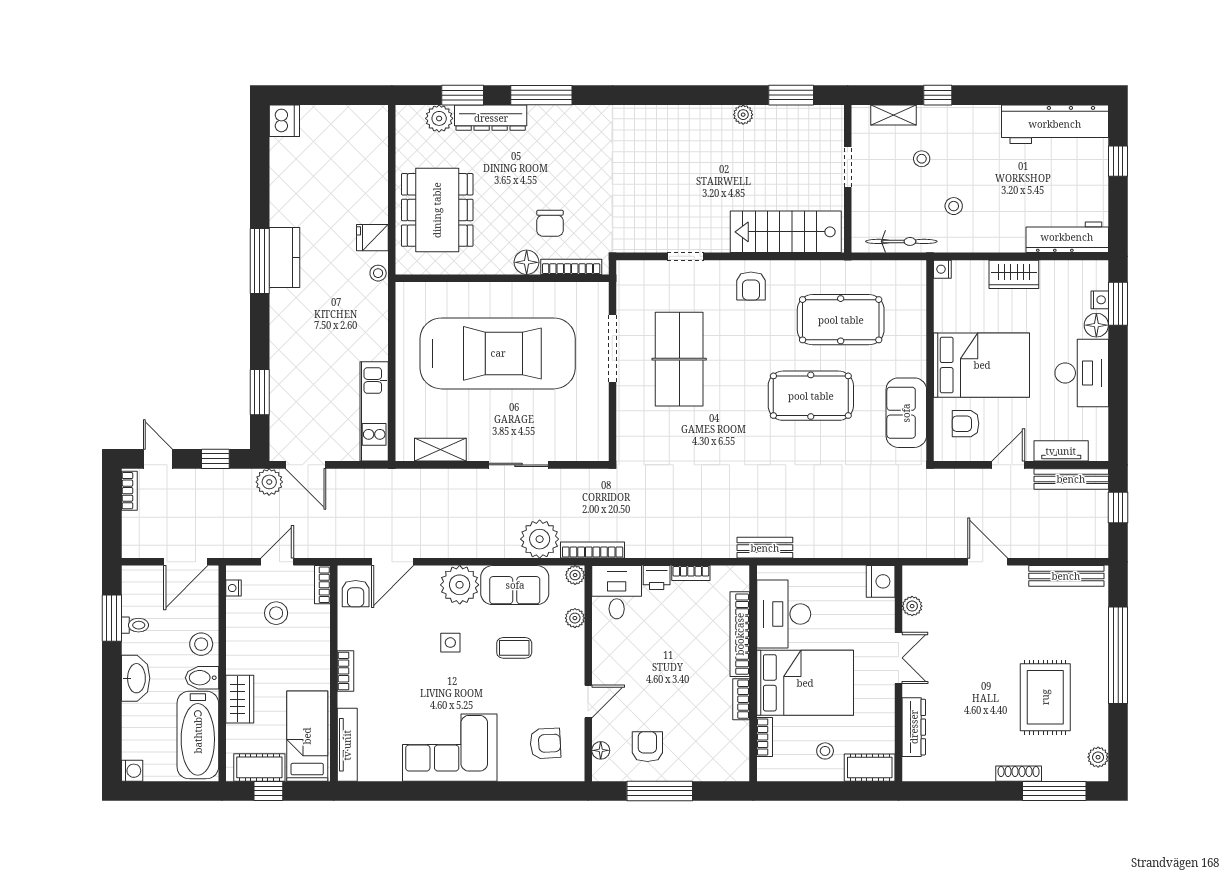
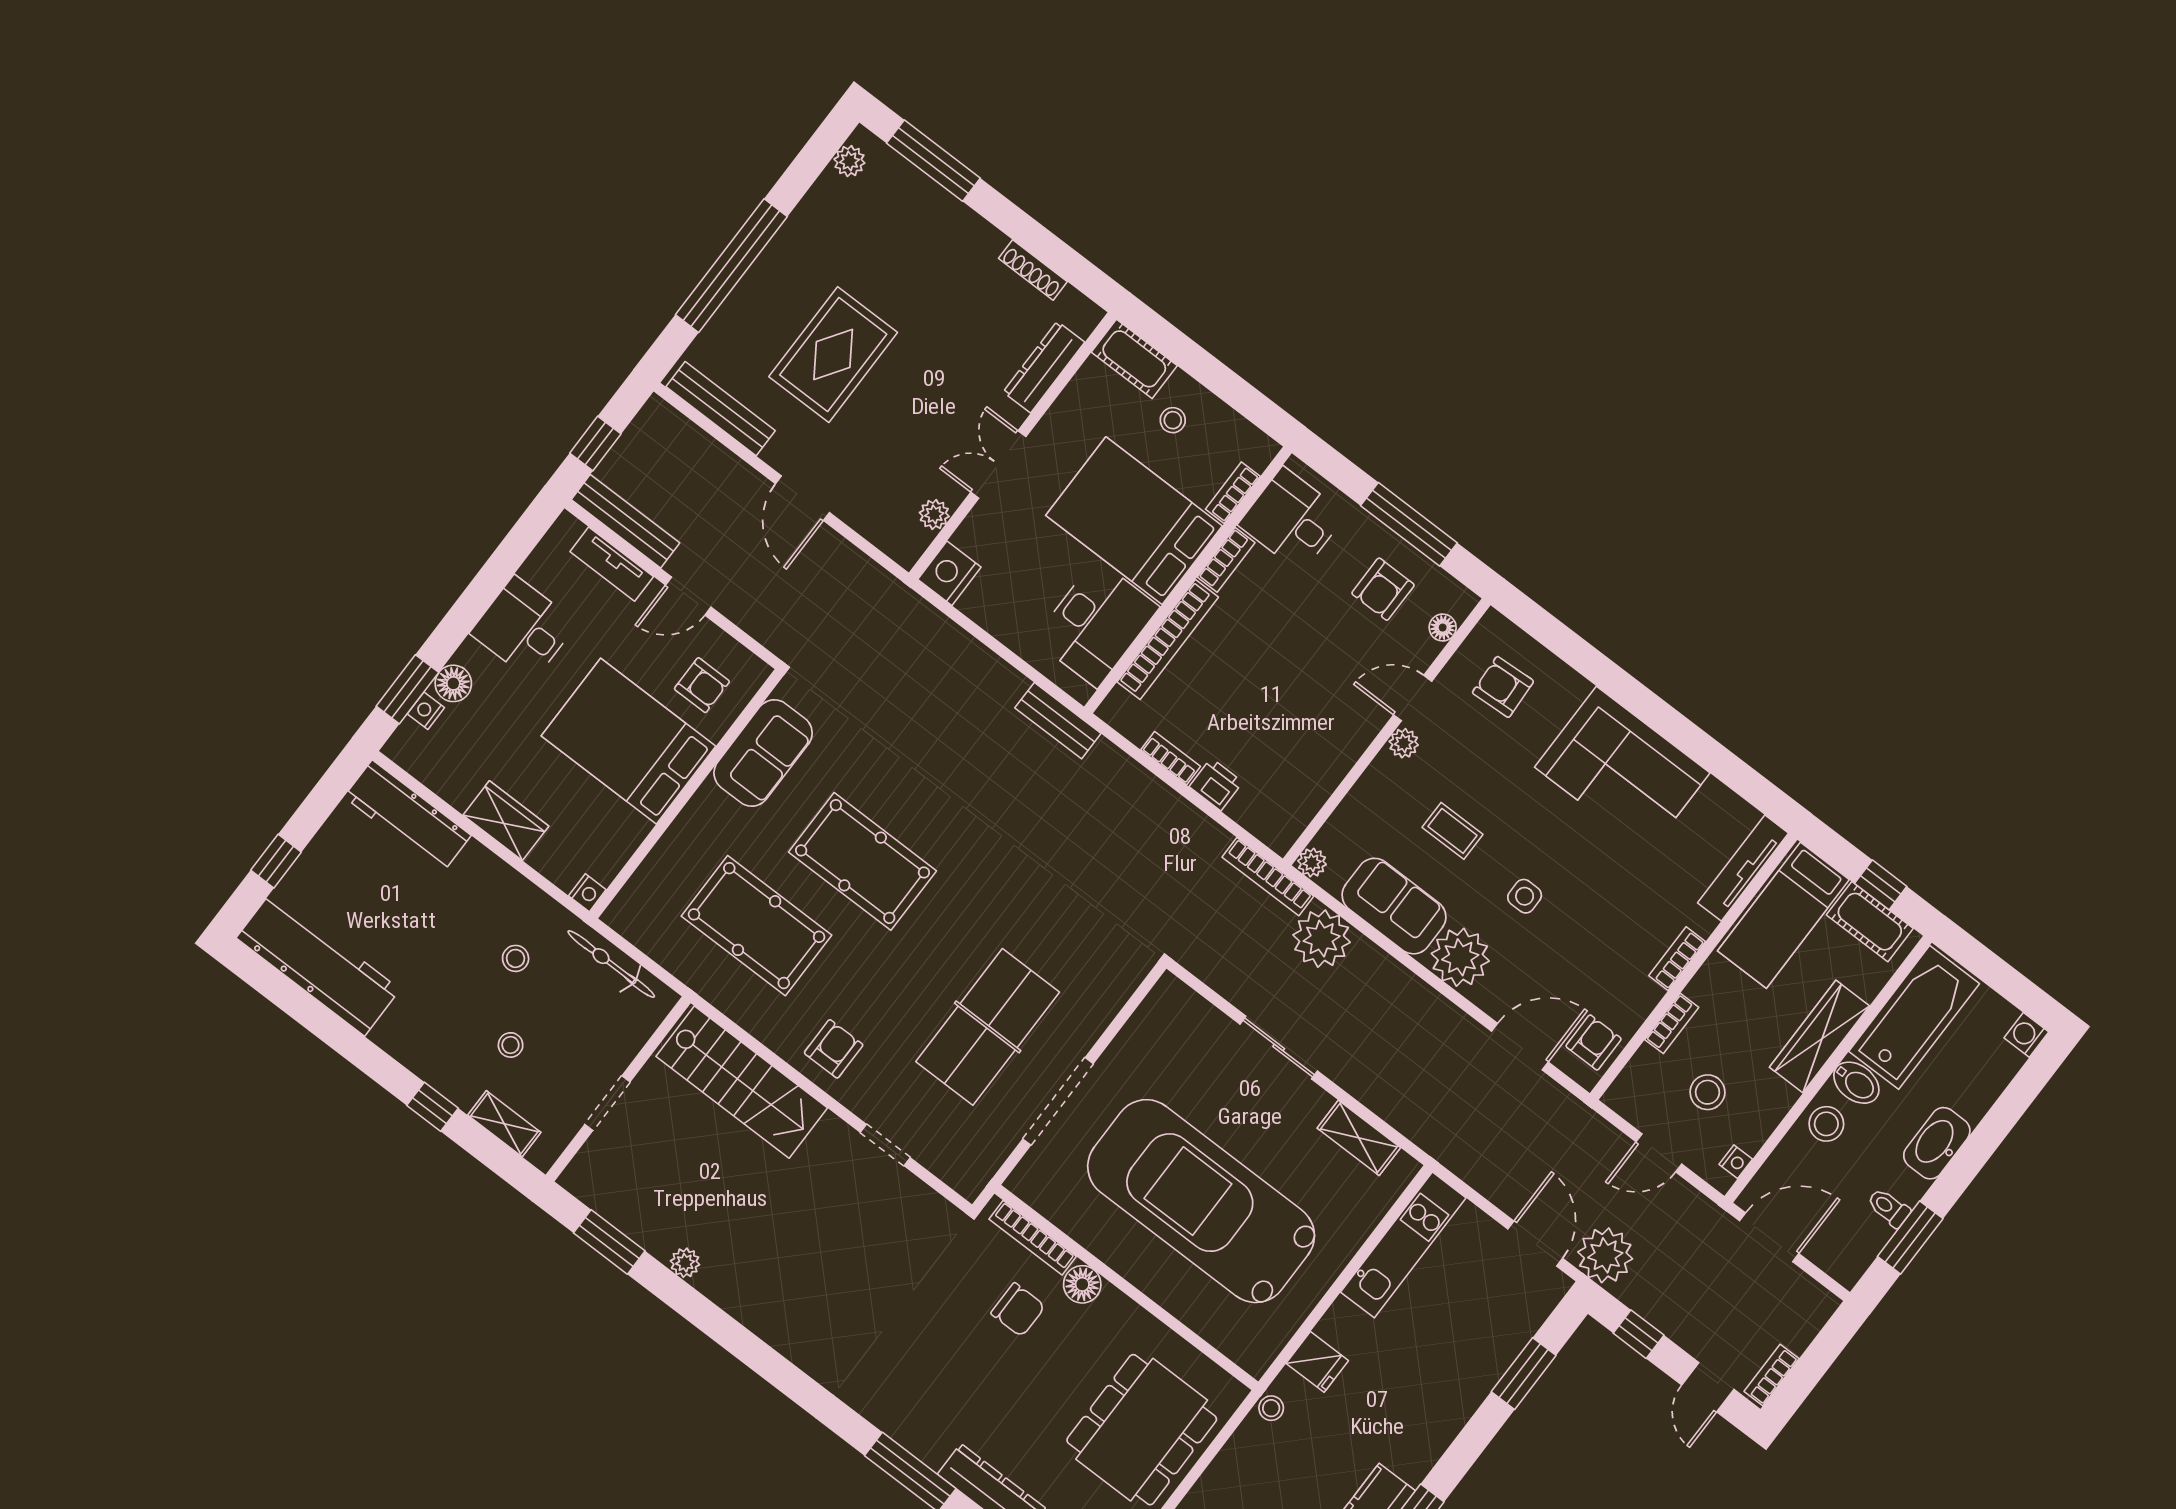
chair: (550, 223) -> (1018, 1310), turned 90
fridge: (372, 238) -> (1317, 1362), moved
desk: (1082, 373) -> (524, 628), width x0.73
plant: (269, 482) -> (1605, 1255), width x1.36, depth x1.36
bookcase: (322, 585) -> (1672, 1023), moved
desk: (617, 592) -> (1292, 520), moved, turned 90
plant: (575, 618) -> (1404, 743), moved
rug: (1045, 697) -> (833, 355), moved
wardrobe: (240, 699) -> (1819, 1037), width x1.50
shoe rack: (1019, 774) -> (1033, 270), moved

